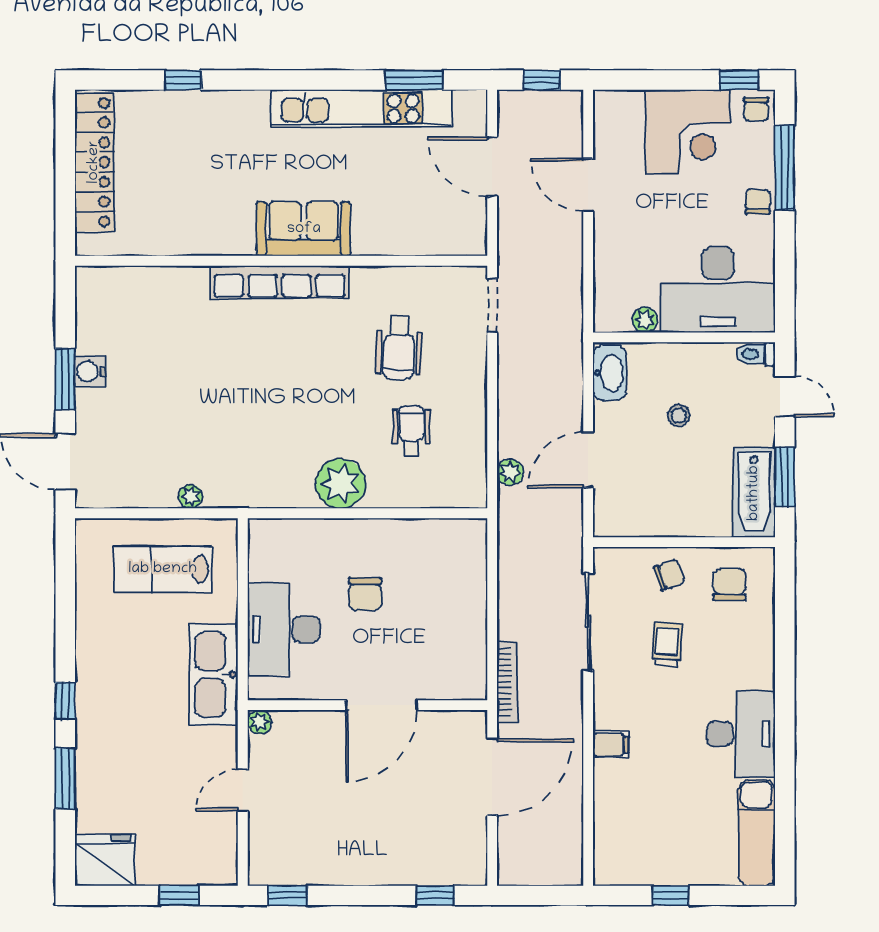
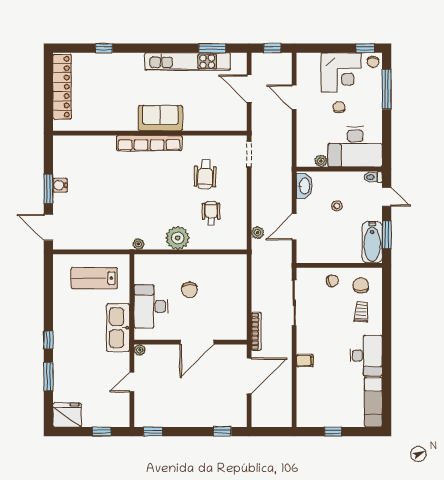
chair: (758, 202) -> (339, 107), moved
plant: (191, 497) -> (138, 244), moved
trolley: (667, 644) -> (361, 312), moved

